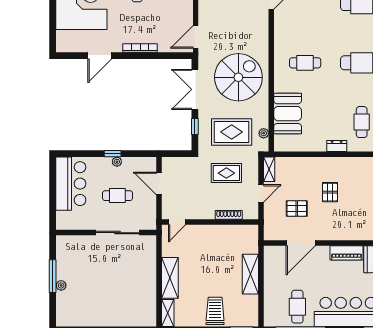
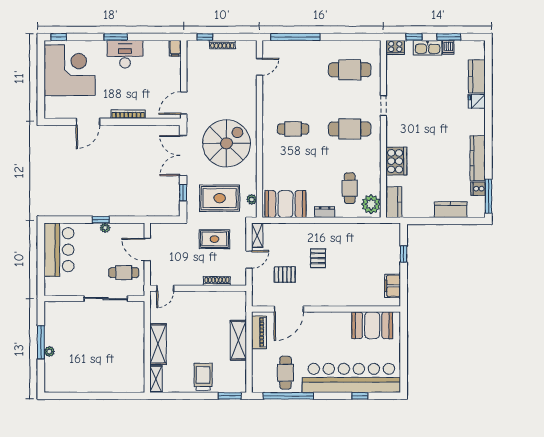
booth: (288, 114) -> (285, 204), moved, turned 90
cafe table: (117, 196) -> (124, 273), moved
piano: (346, 253) -> (259, 332), moved, turned -90

